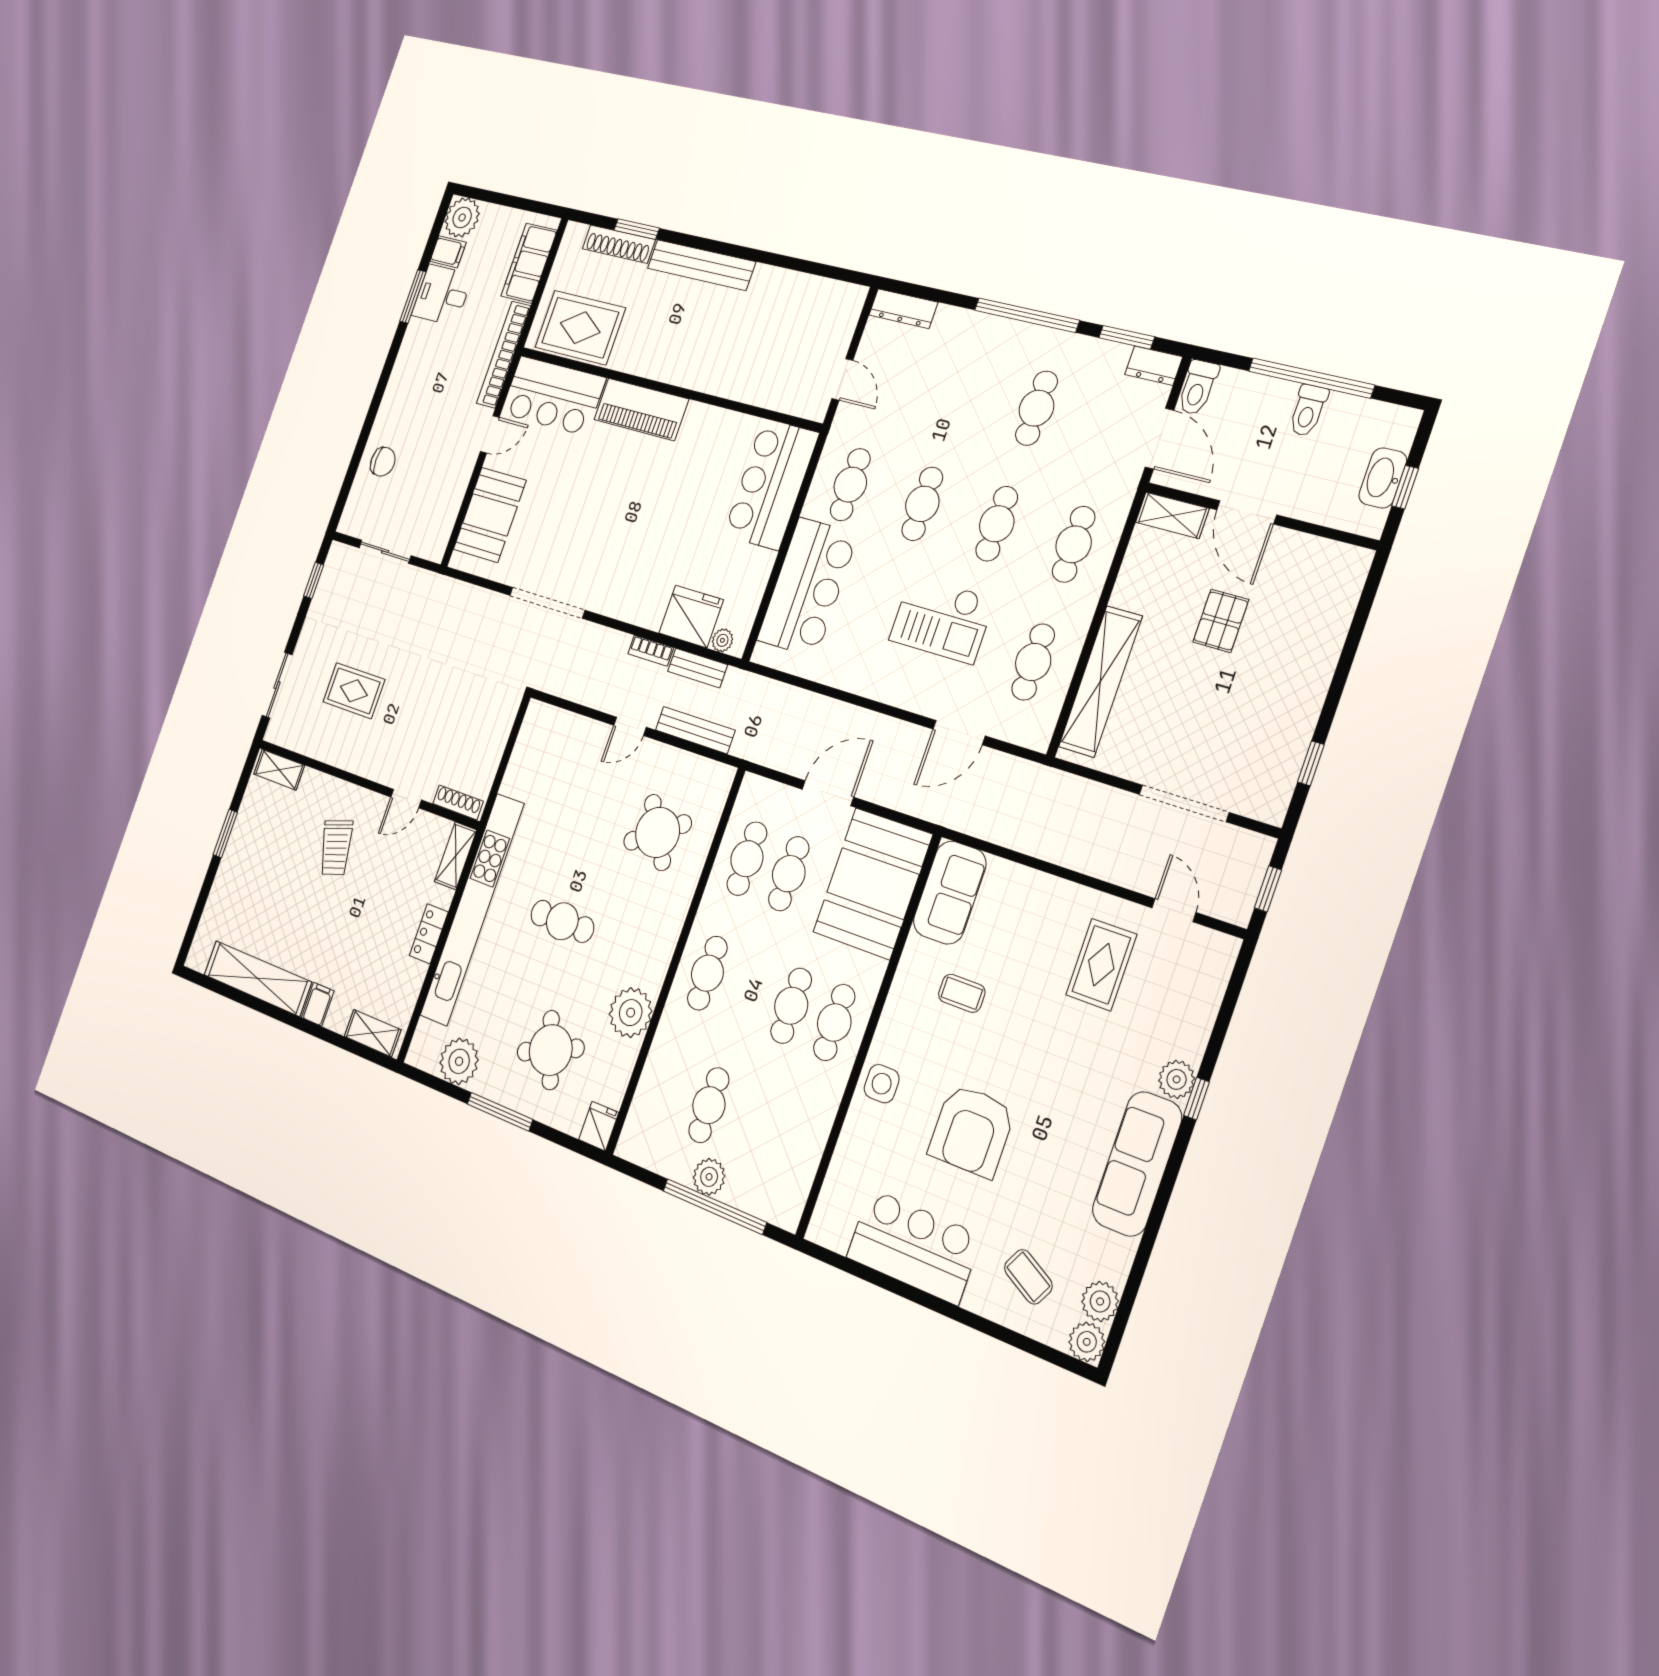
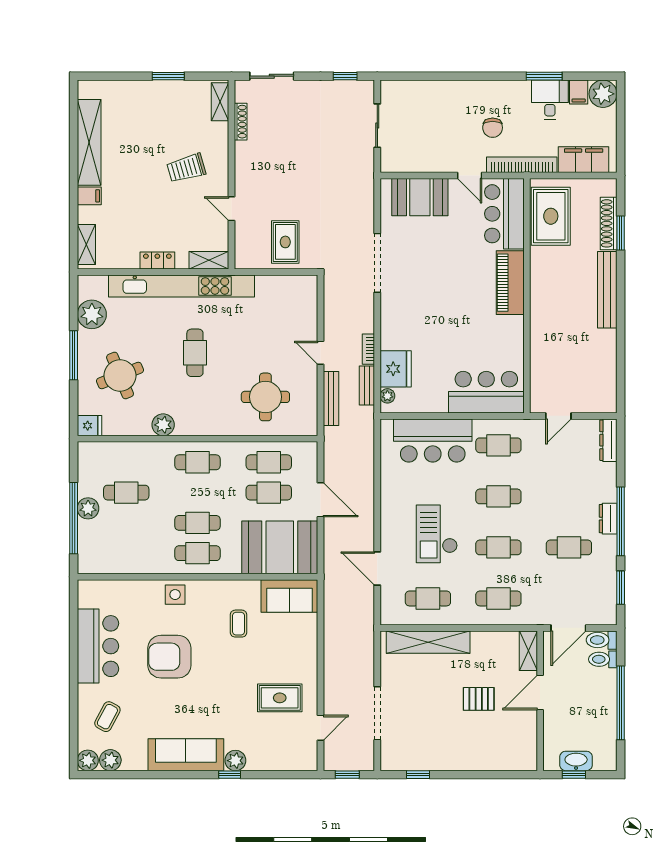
dresser: (1154, 366) -> (608, 519), moved
toilet: (1308, 410) -> (603, 659), moved
chair: (383, 462) -> (493, 128), moved
rug: (354, 691) -> (285, 242), moved
shoe rack: (458, 802) -> (241, 122), moved
round table: (658, 832) -> (265, 397), turned 33
plant: (631, 1013) -> (163, 425), width x0.73, depth x0.73

